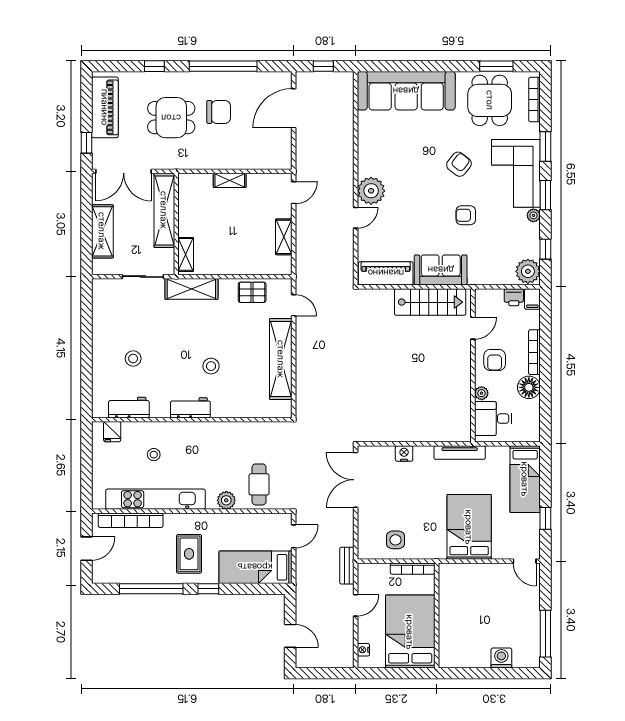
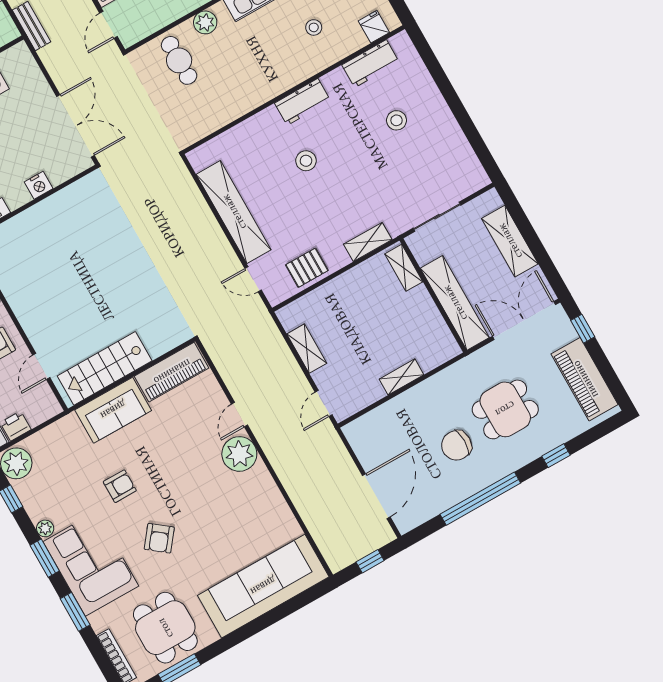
shelving: (191, 289) -> (368, 242), width x0.67, depth x0.75

